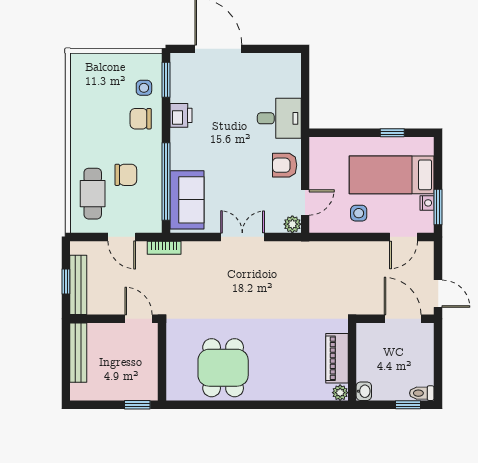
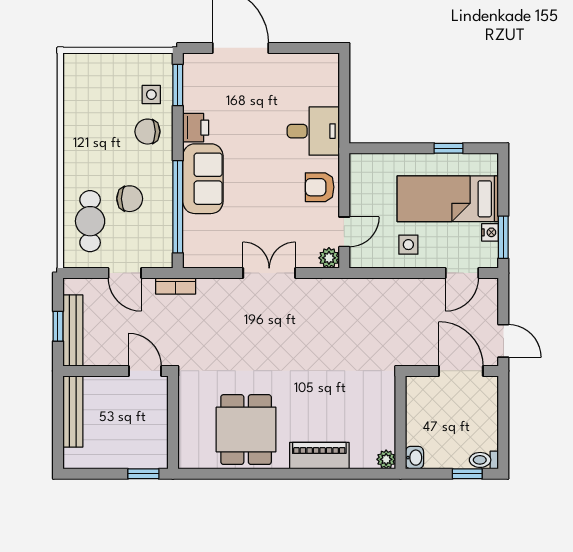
sofa: (187, 200) -> (203, 179), moved
piano: (337, 358) -> (319, 456), moved, turned 90

